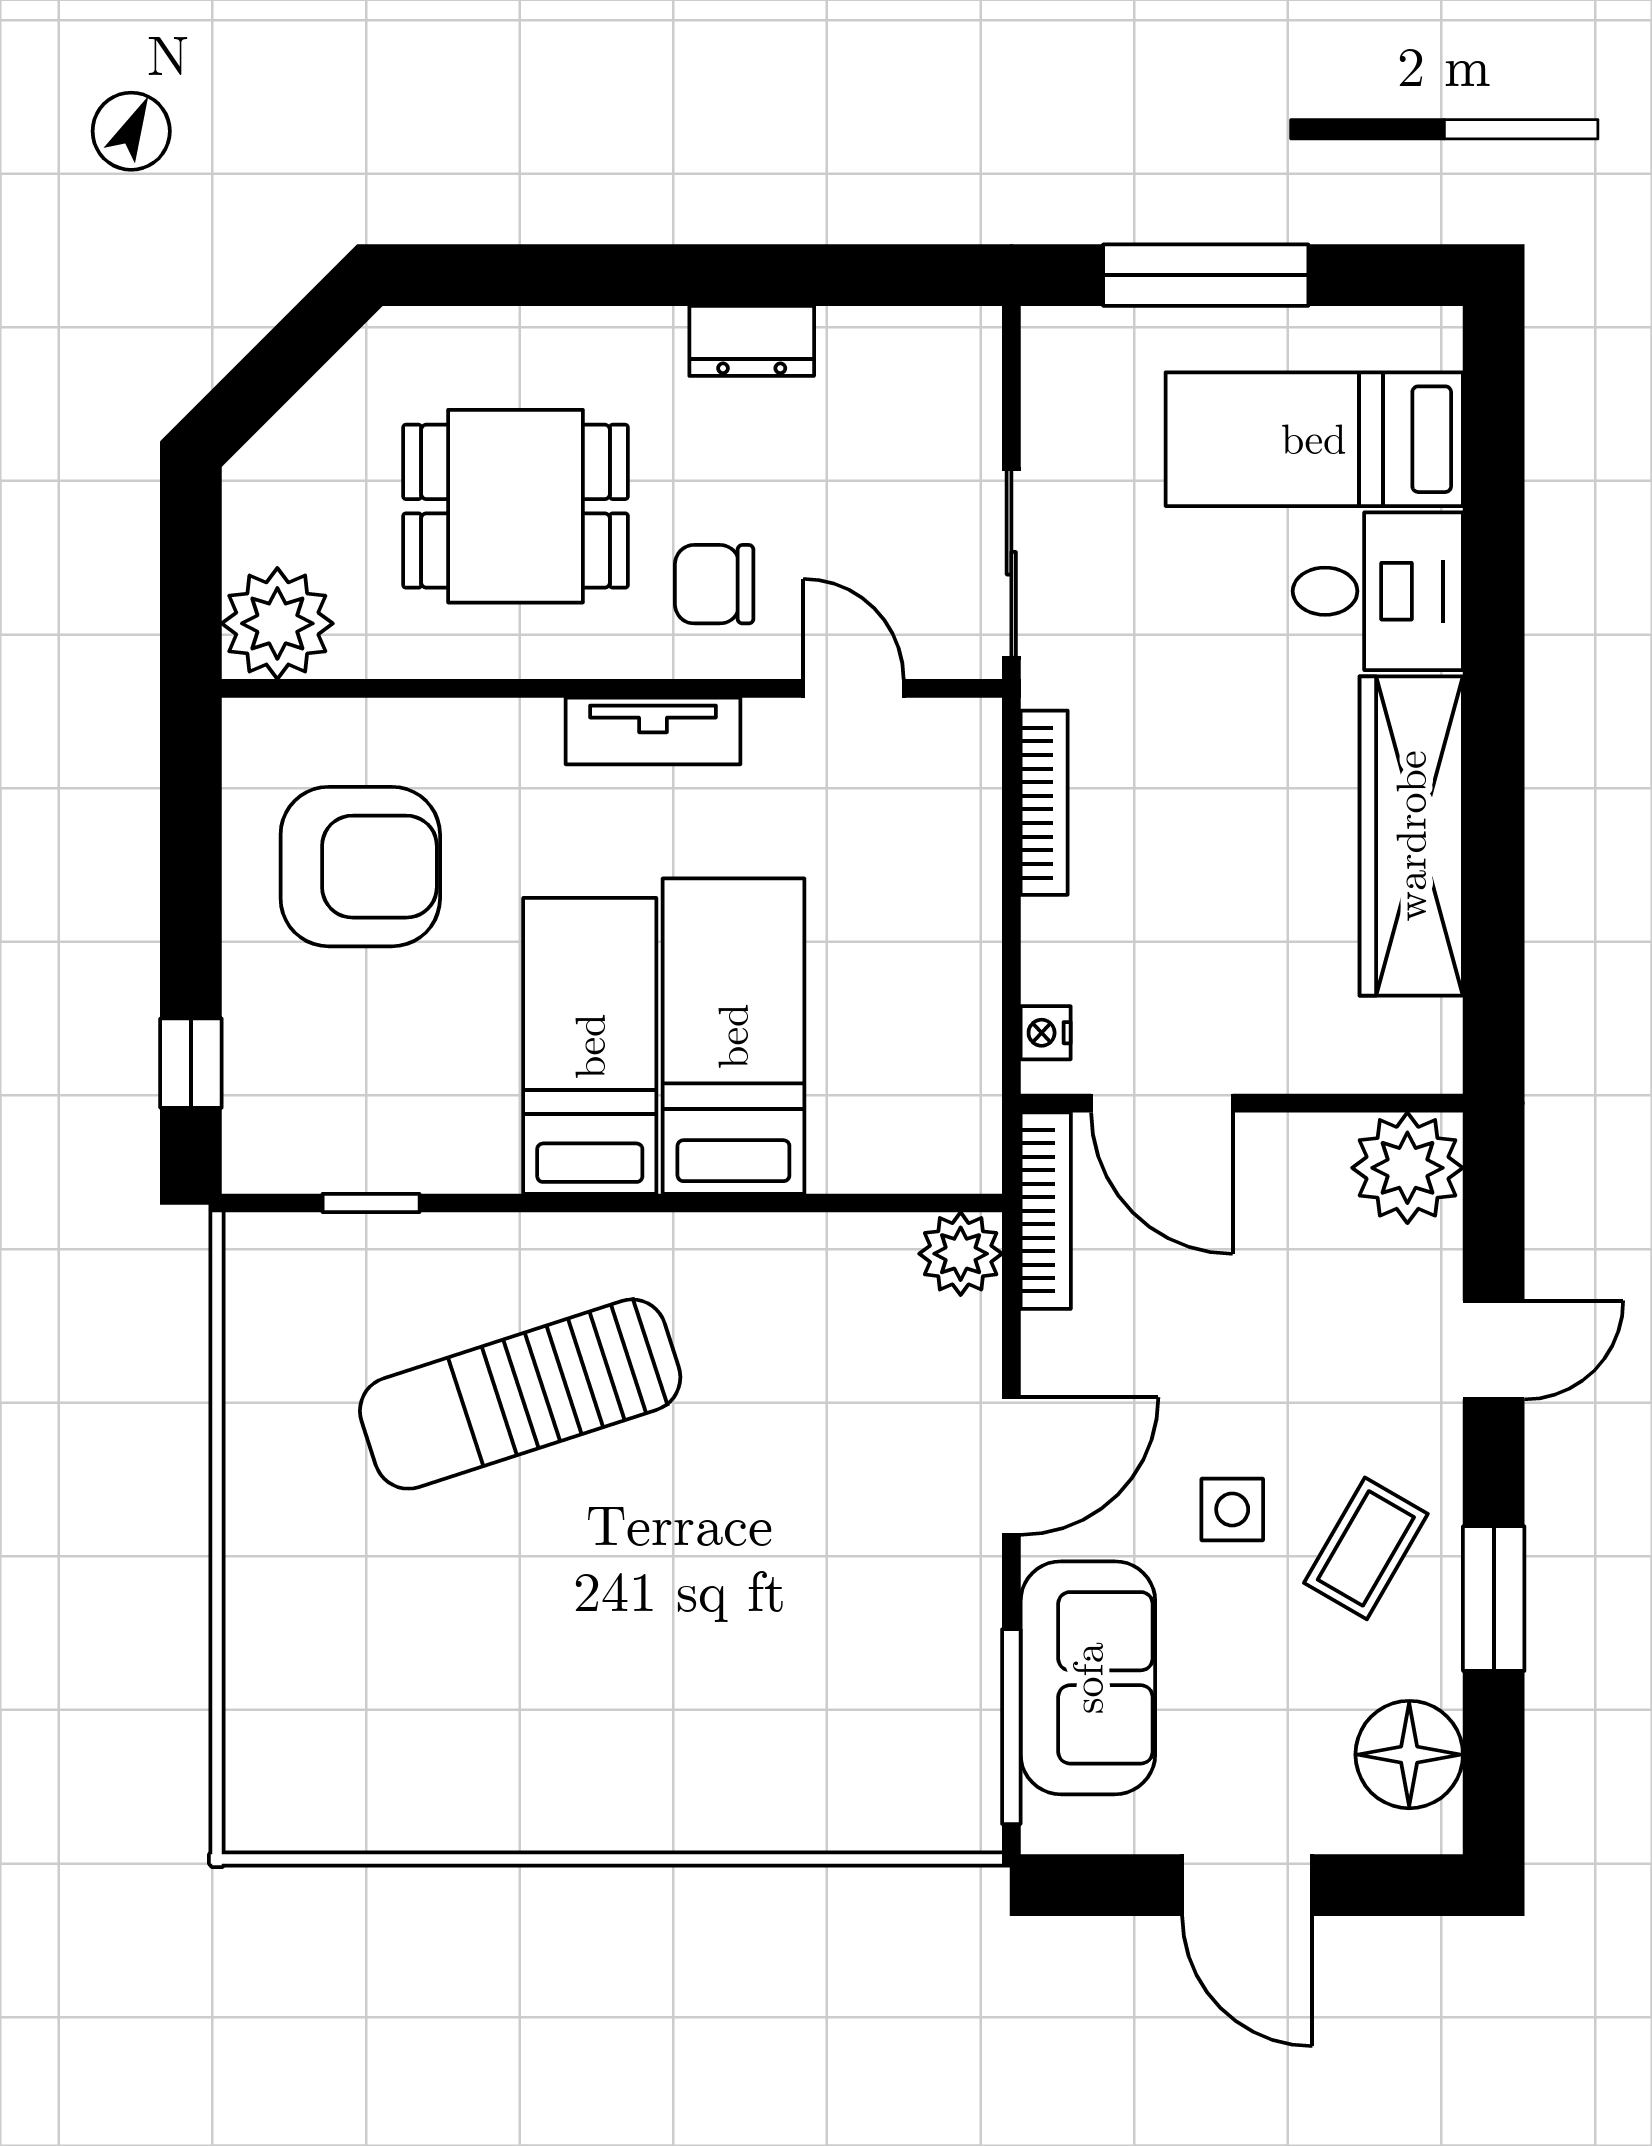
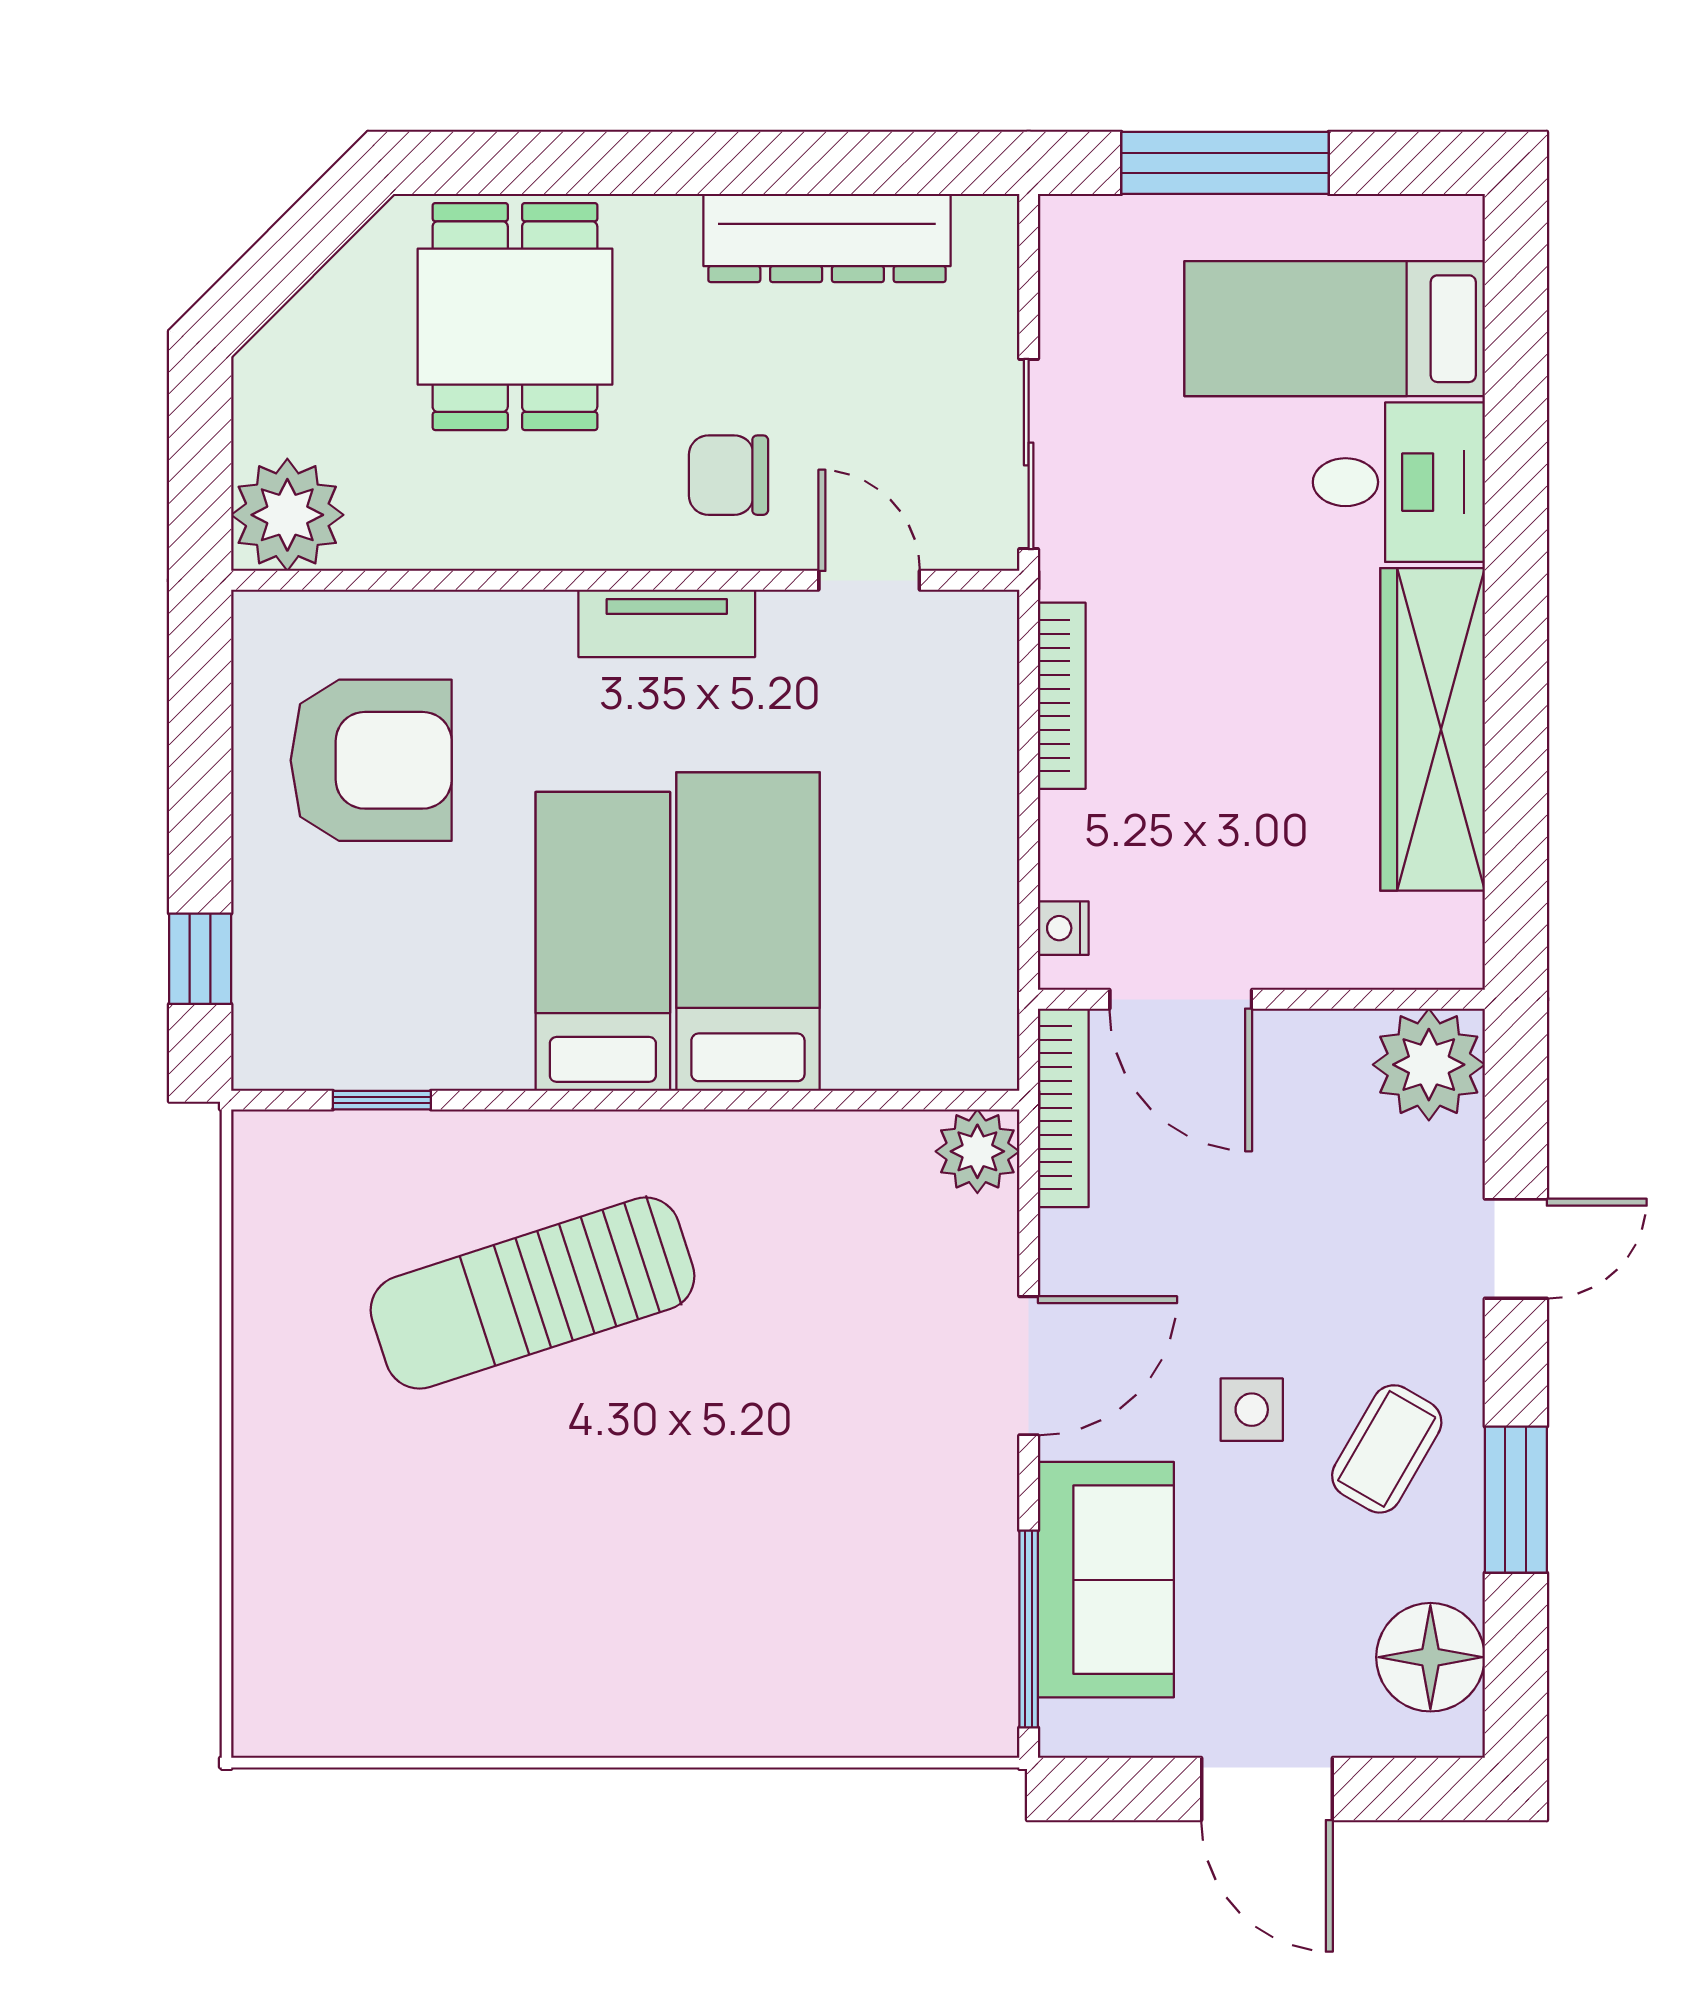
dresser: (752, 341) -> (827, 238), width x1.96, depth x1.24
dining table: (516, 506) -> (515, 317), moved, turned 90

